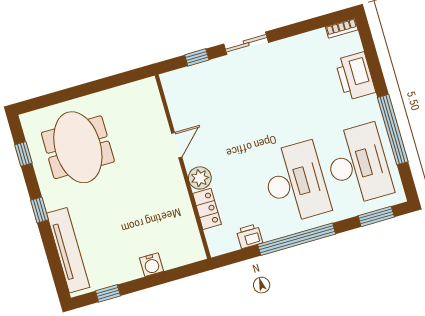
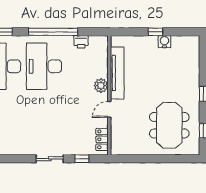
locker: (207, 209) -> (102, 139), moved
tv unit: (68, 250) -> (117, 73), moved, turned 180
water cooler: (152, 265) -> (164, 42), moved
window: (108, 293) -> (155, 32), moved

